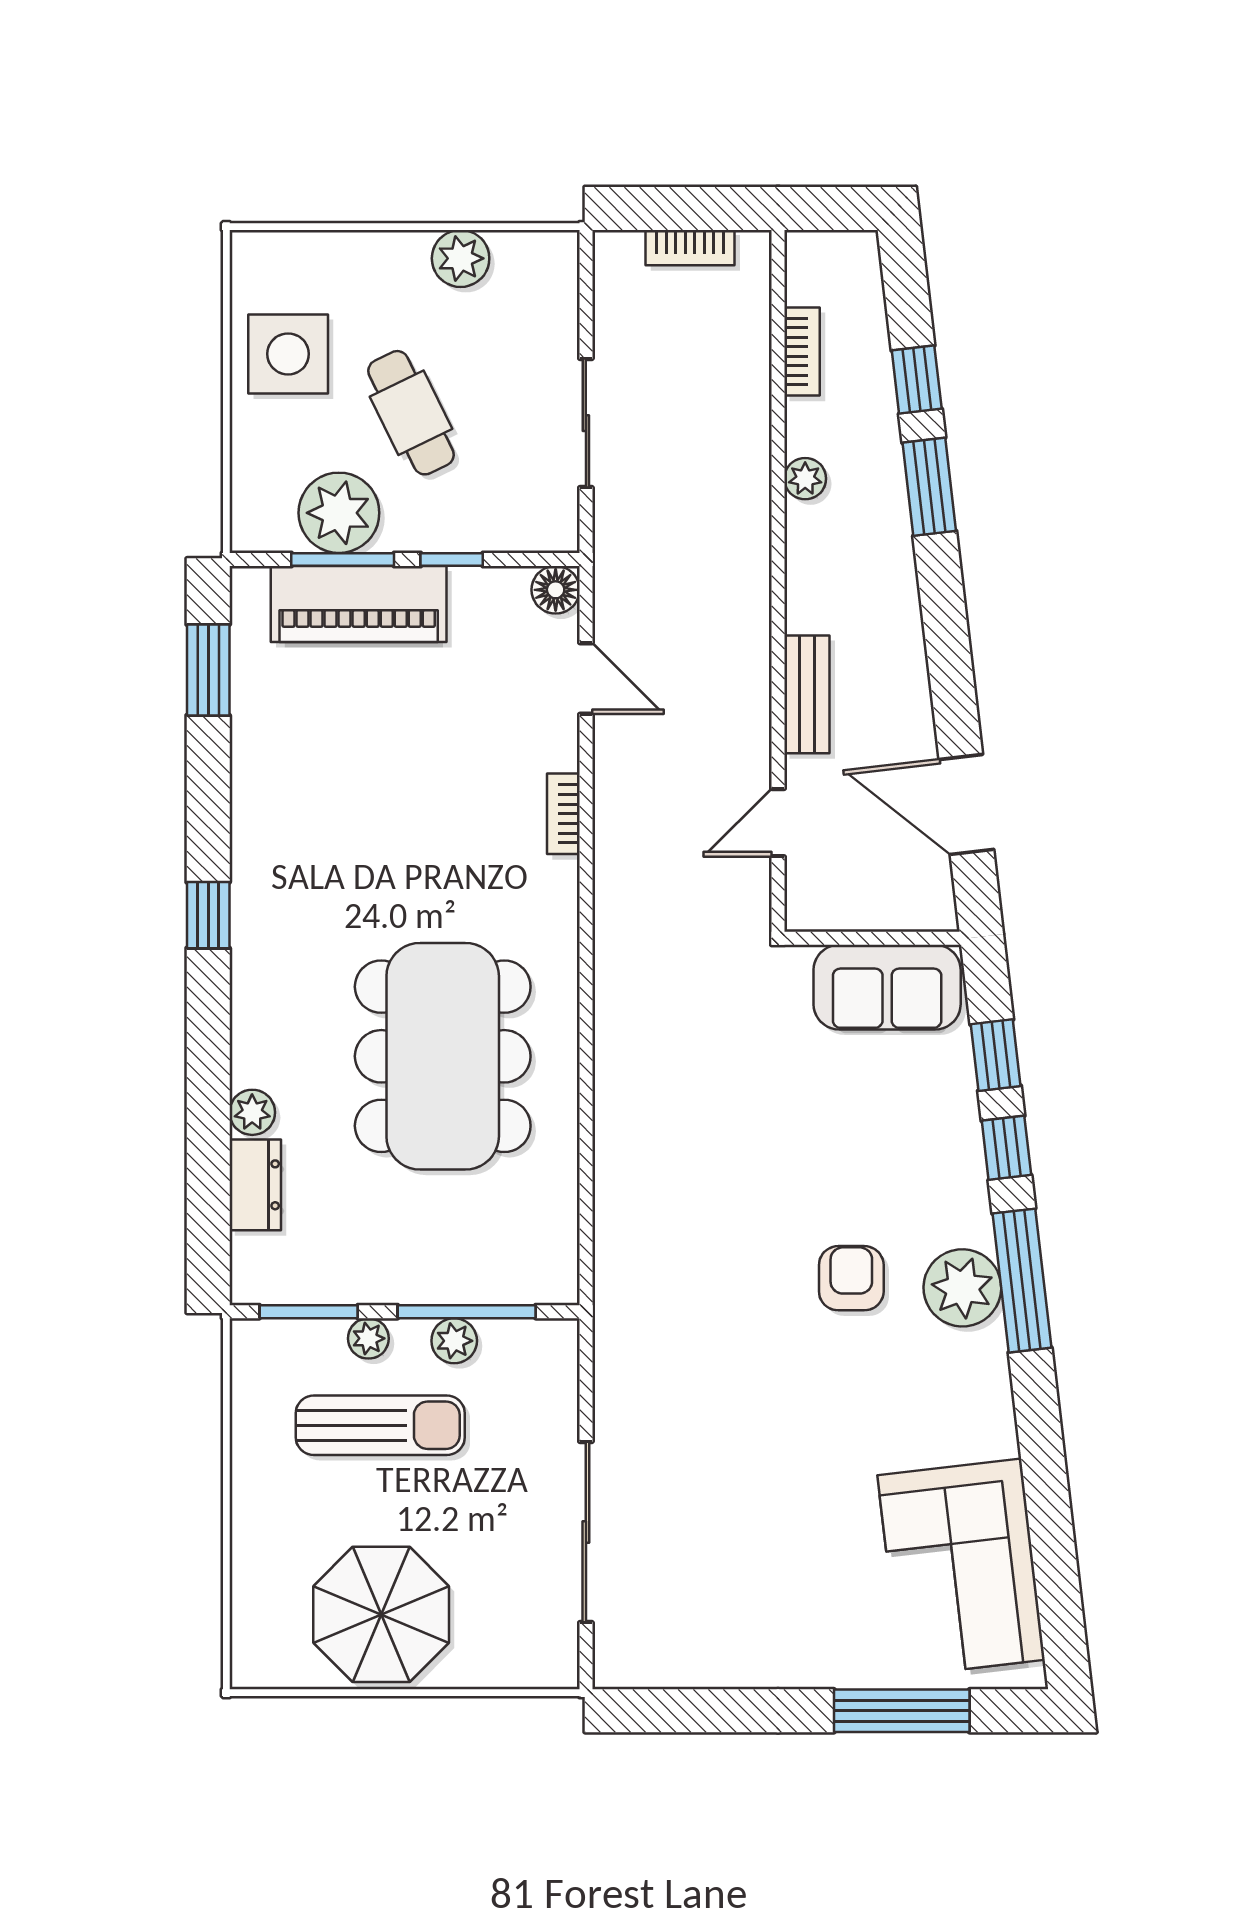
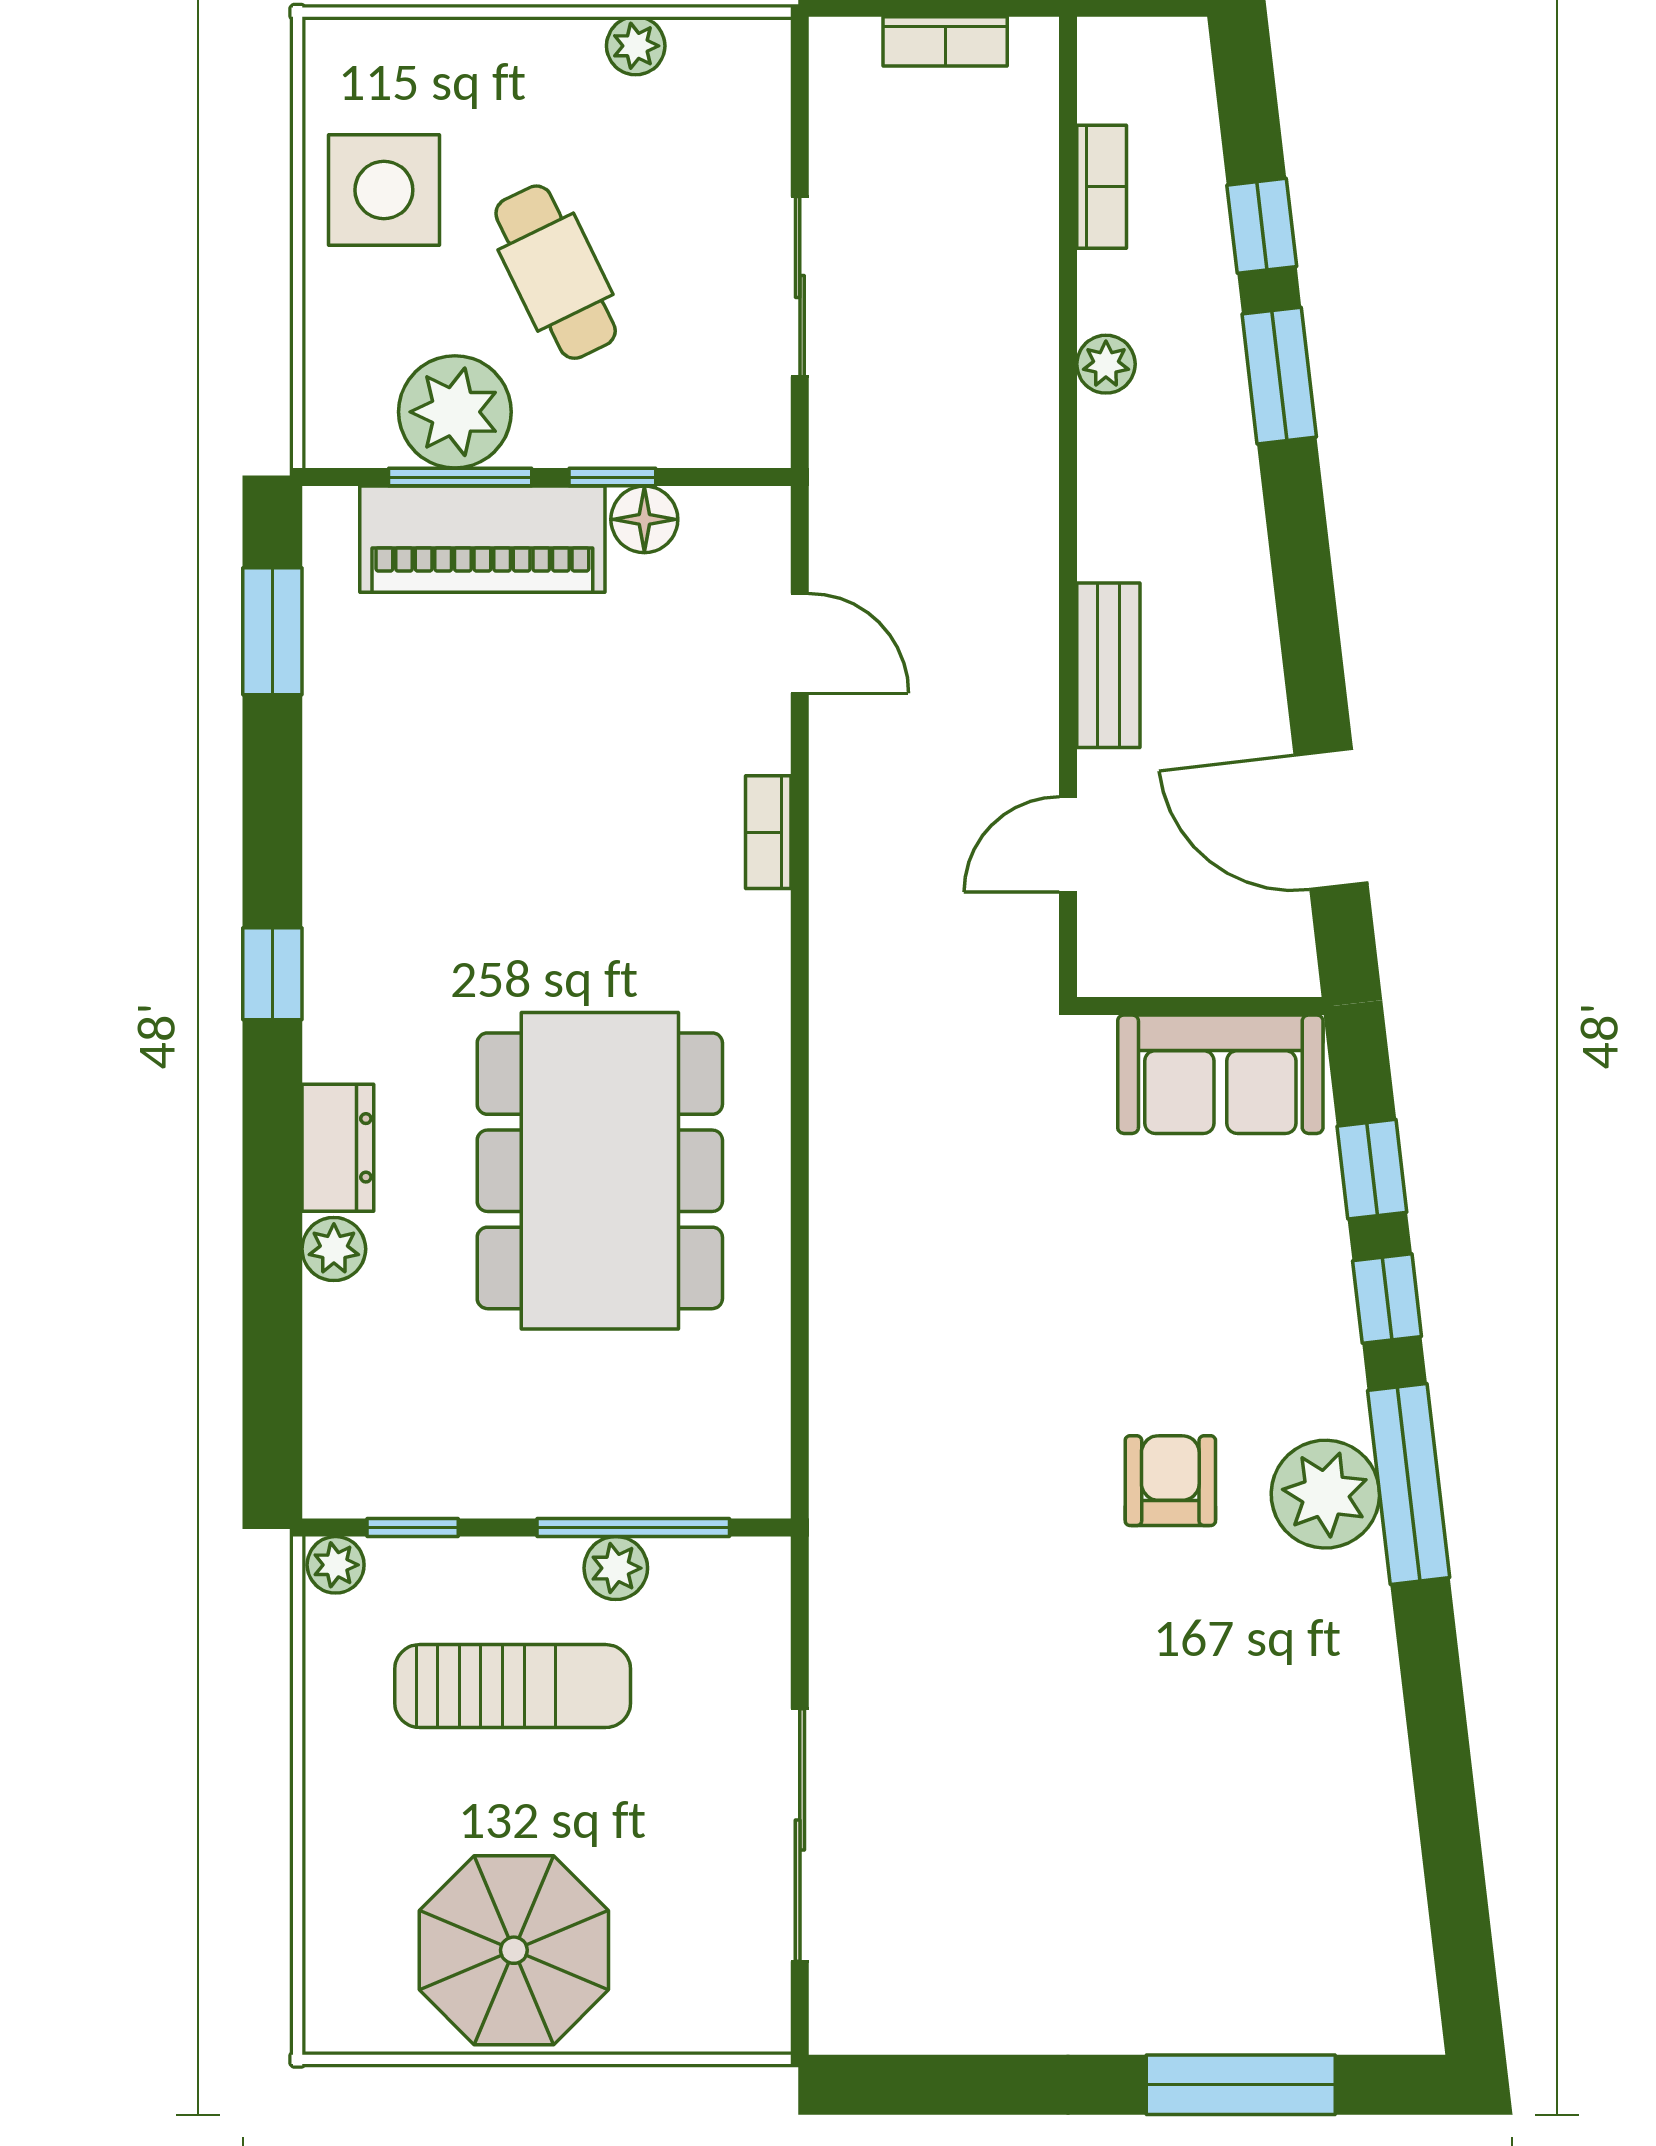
plant: (461, 258) -> (636, 46), width x0.73, depth x0.73
floor lamp: (556, 590) -> (644, 519), moved
dresser: (255, 1185) -> (338, 1148), moved
window: (309, 1312) -> (413, 1527), width x0.67
plant: (368, 1338) -> (336, 1565), moved
corner sofa: (961, 1568) -> (1324, 1885), removed

